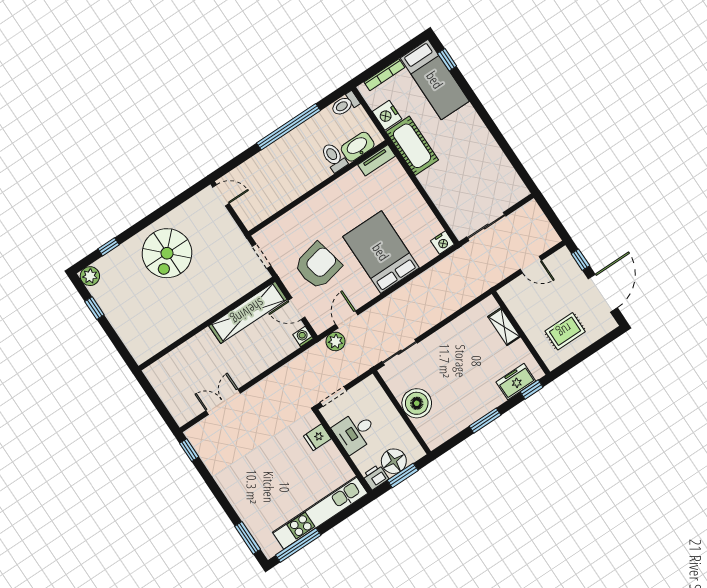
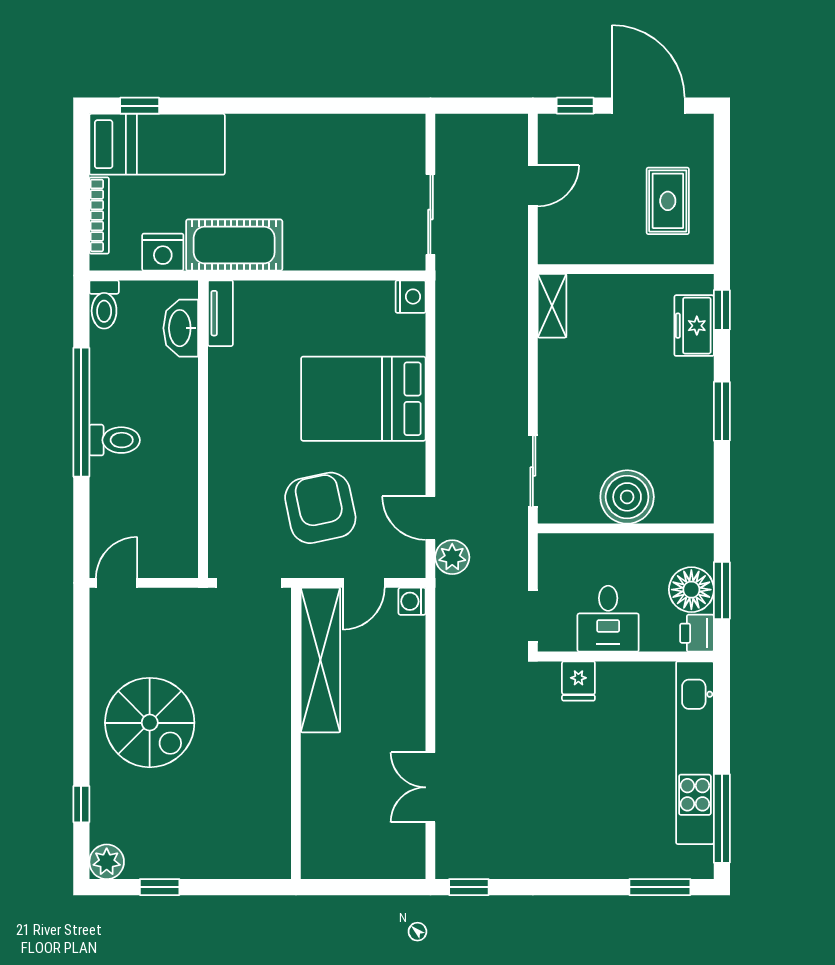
toilet: (334, 157) -> (115, 440), moved, turned 180
doorway: (262, 256) -> (249, 583), width x1.38
shelving: (504, 327) -> (552, 306), moved, turned 90

